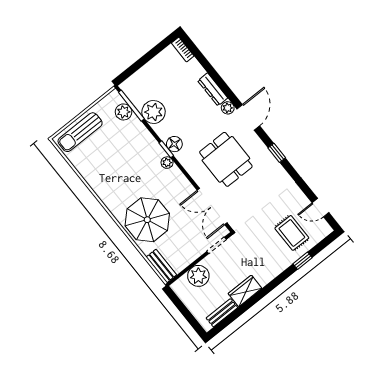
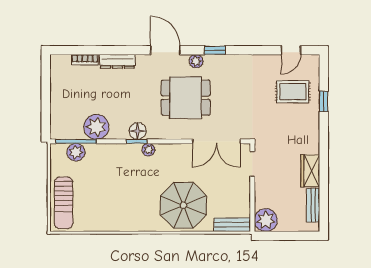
bookcase: (183, 50) -> (85, 60), moved
plant: (228, 108) -> (196, 61), moved
plant: (198, 276) -> (266, 220), moved

